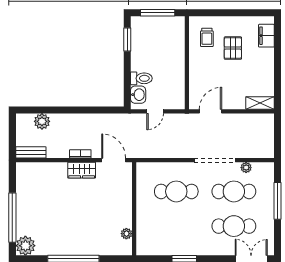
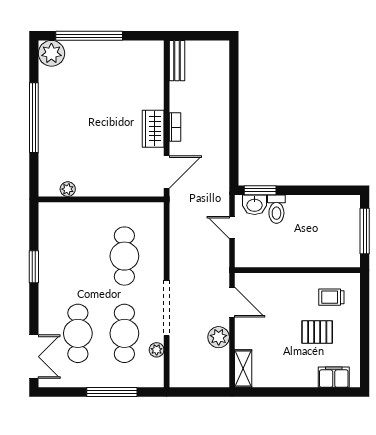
window: (127, 39) -> (260, 190), moved
plant: (42, 121) -> (219, 337), moved

